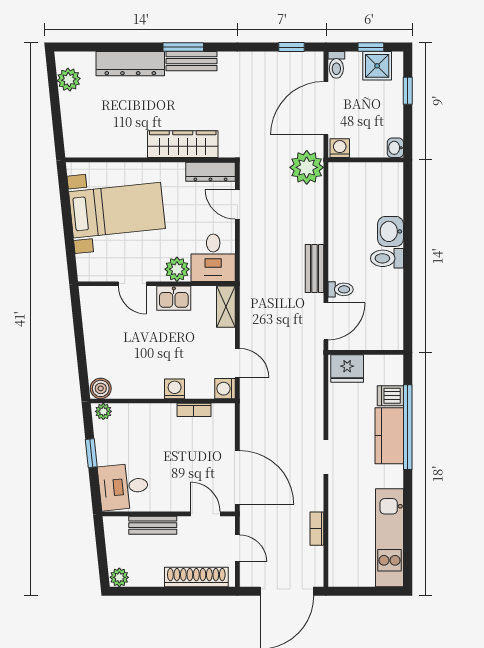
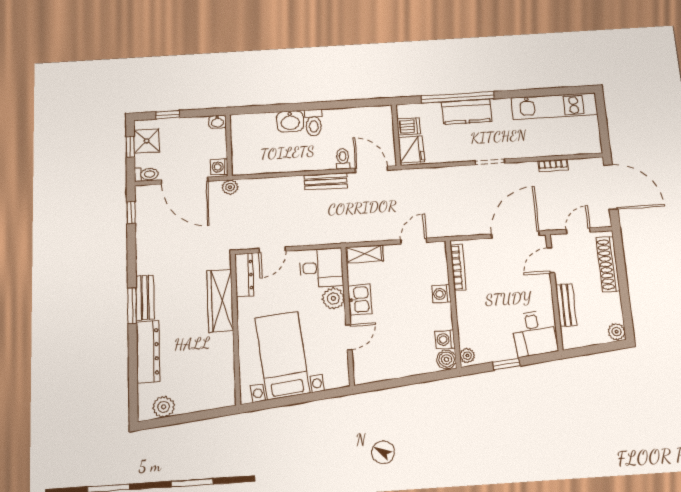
plant: (307, 167) -> (230, 187), width x0.53, depth x0.53
washing machine: (225, 389) -> (445, 339), moved, turned 90
dishwasher: (390, 396) -> (409, 127), moved, turned -90
bookcase: (194, 410) -> (458, 267), width x1.56

